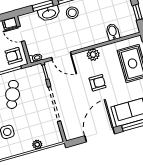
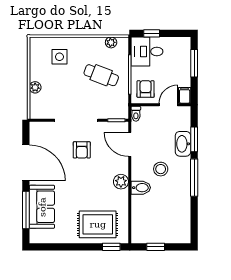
stool: (72, 13) -> (161, 169), moved
bidet: (113, 32) -> (141, 188), moved
door: (61, 56) -> (130, 144), hinge flipped
armchair: (98, 83) -> (82, 150), moved

